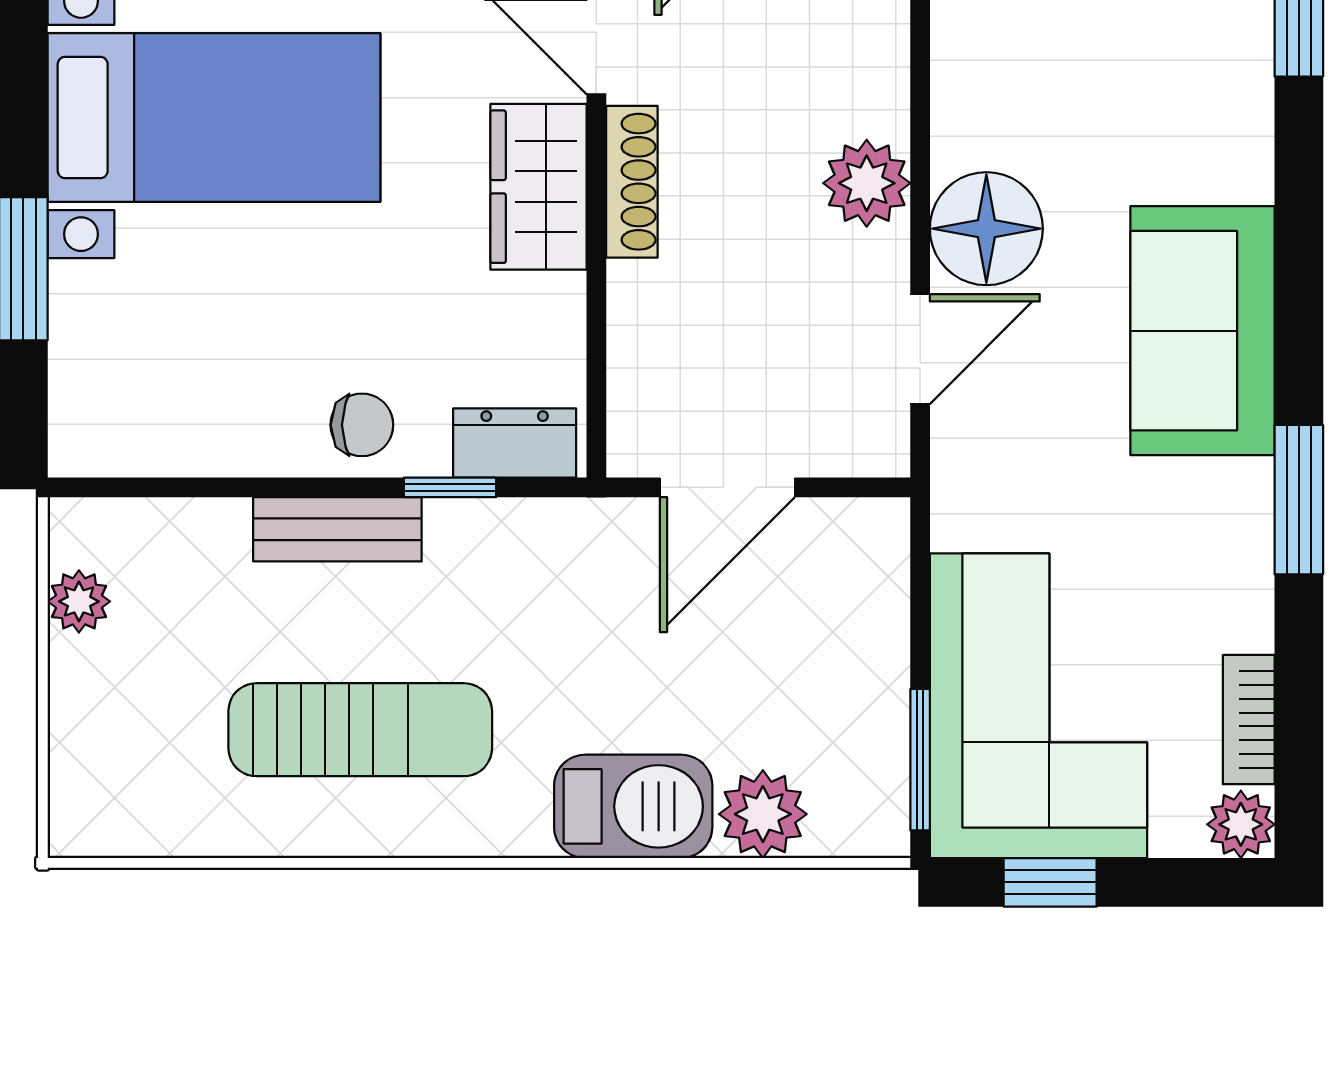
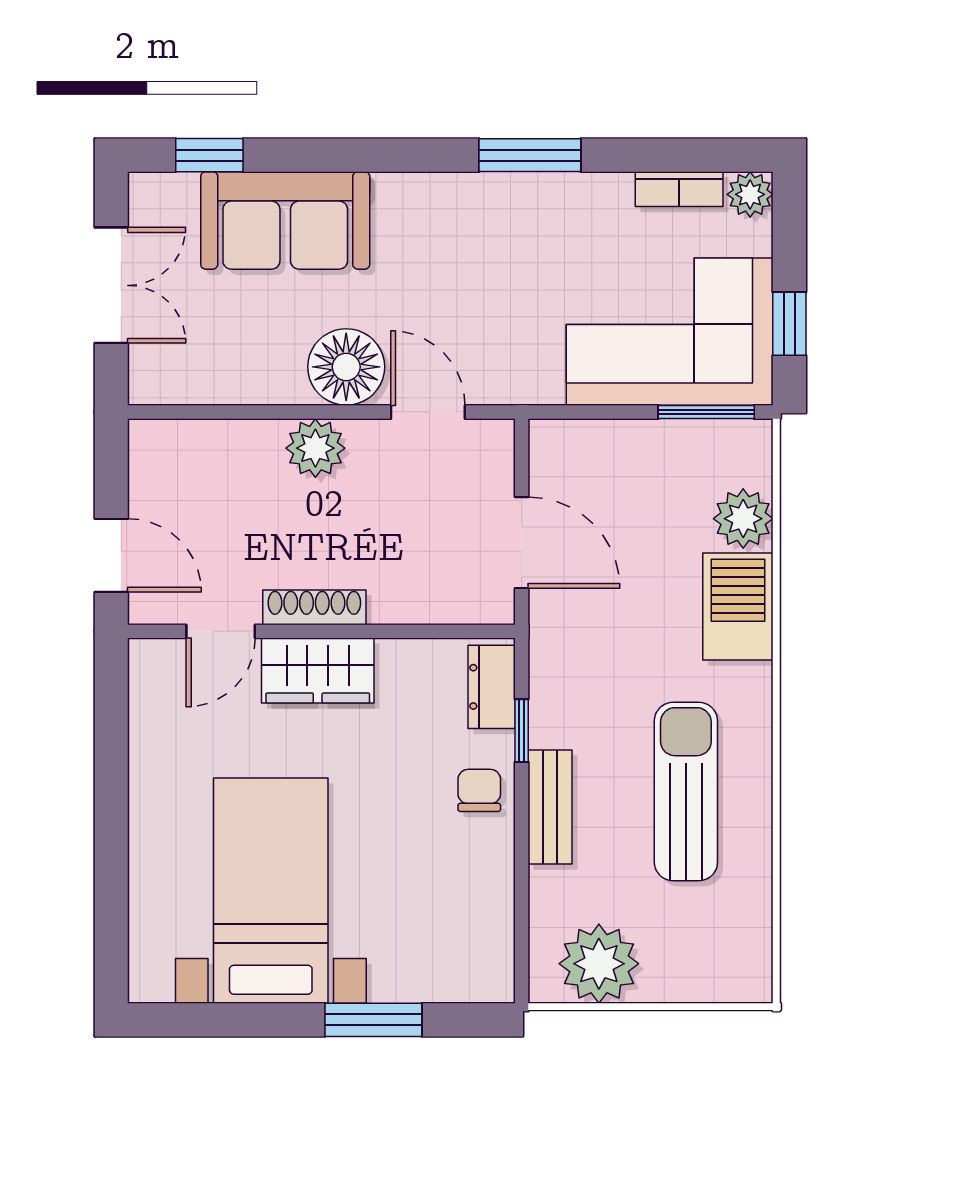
sofa: (1202, 331) -> (285, 220), moved
plant: (79, 601) -> (599, 964), width x1.87, depth x1.87

